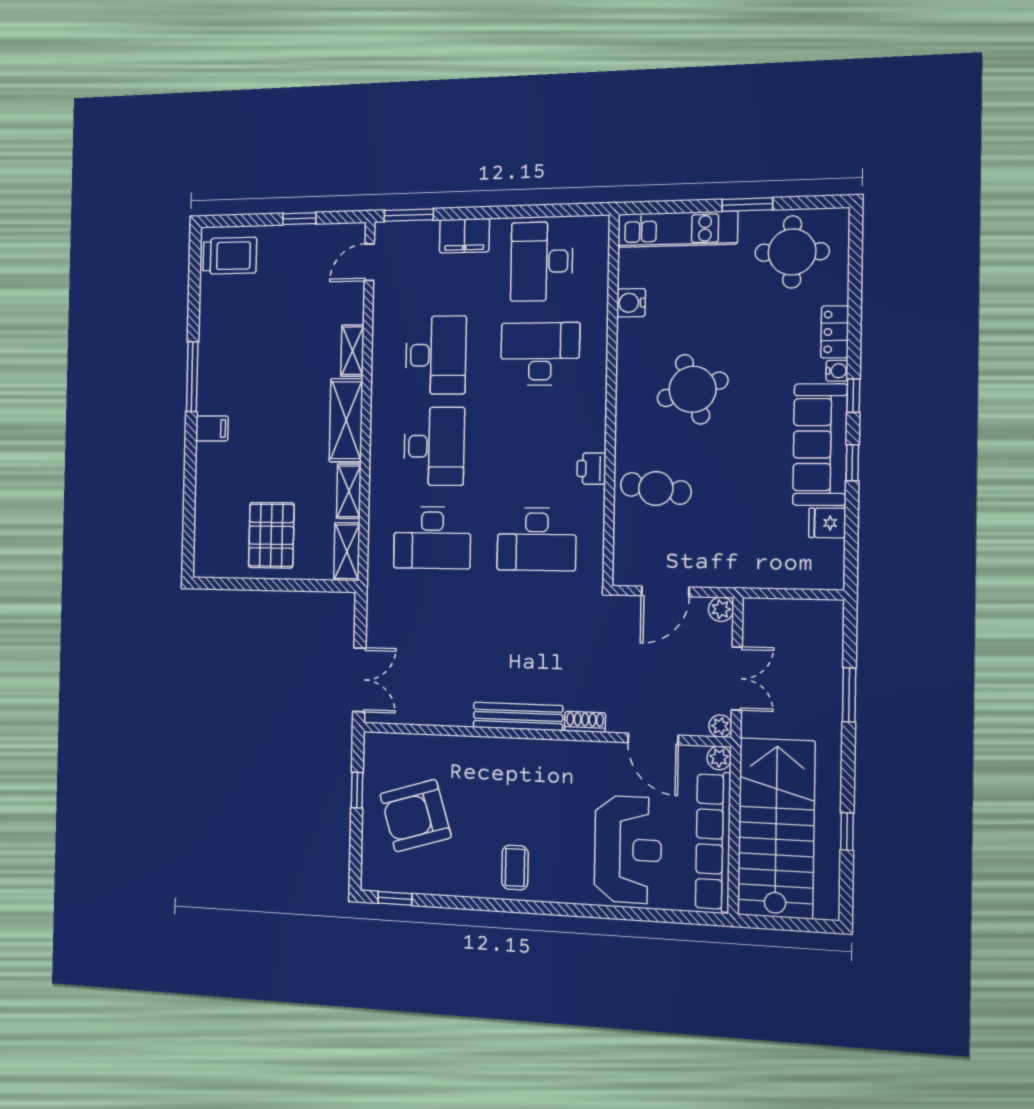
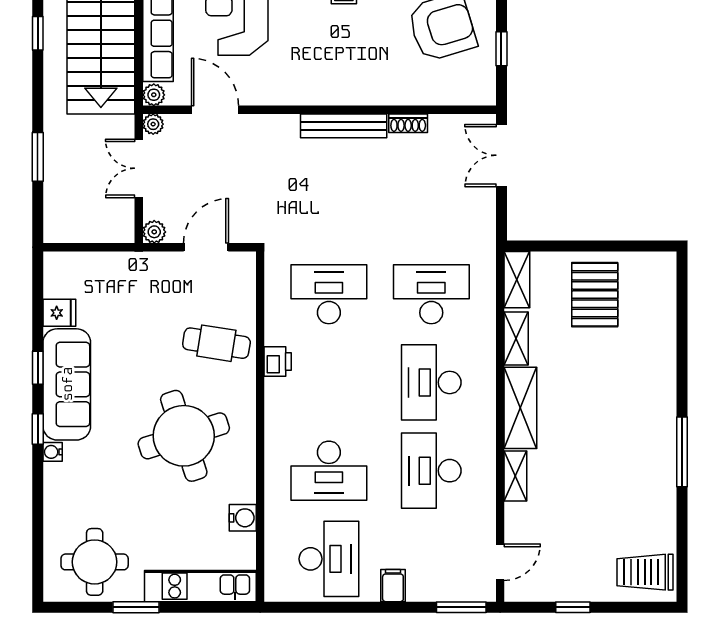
filing cabinet: (464, 236) -> (393, 586), width x0.50
locker: (835, 332) -> (55, 488), removed
round table: (693, 389) -> (184, 436), width x1.36, depth x1.36
filing cabinet: (212, 429) -> (660, 400), removed
shoe rack: (585, 722) -> (408, 123), moved

